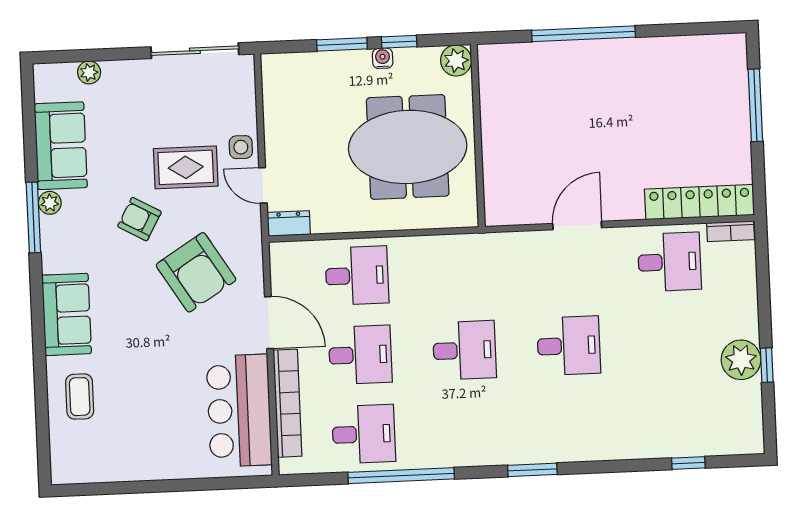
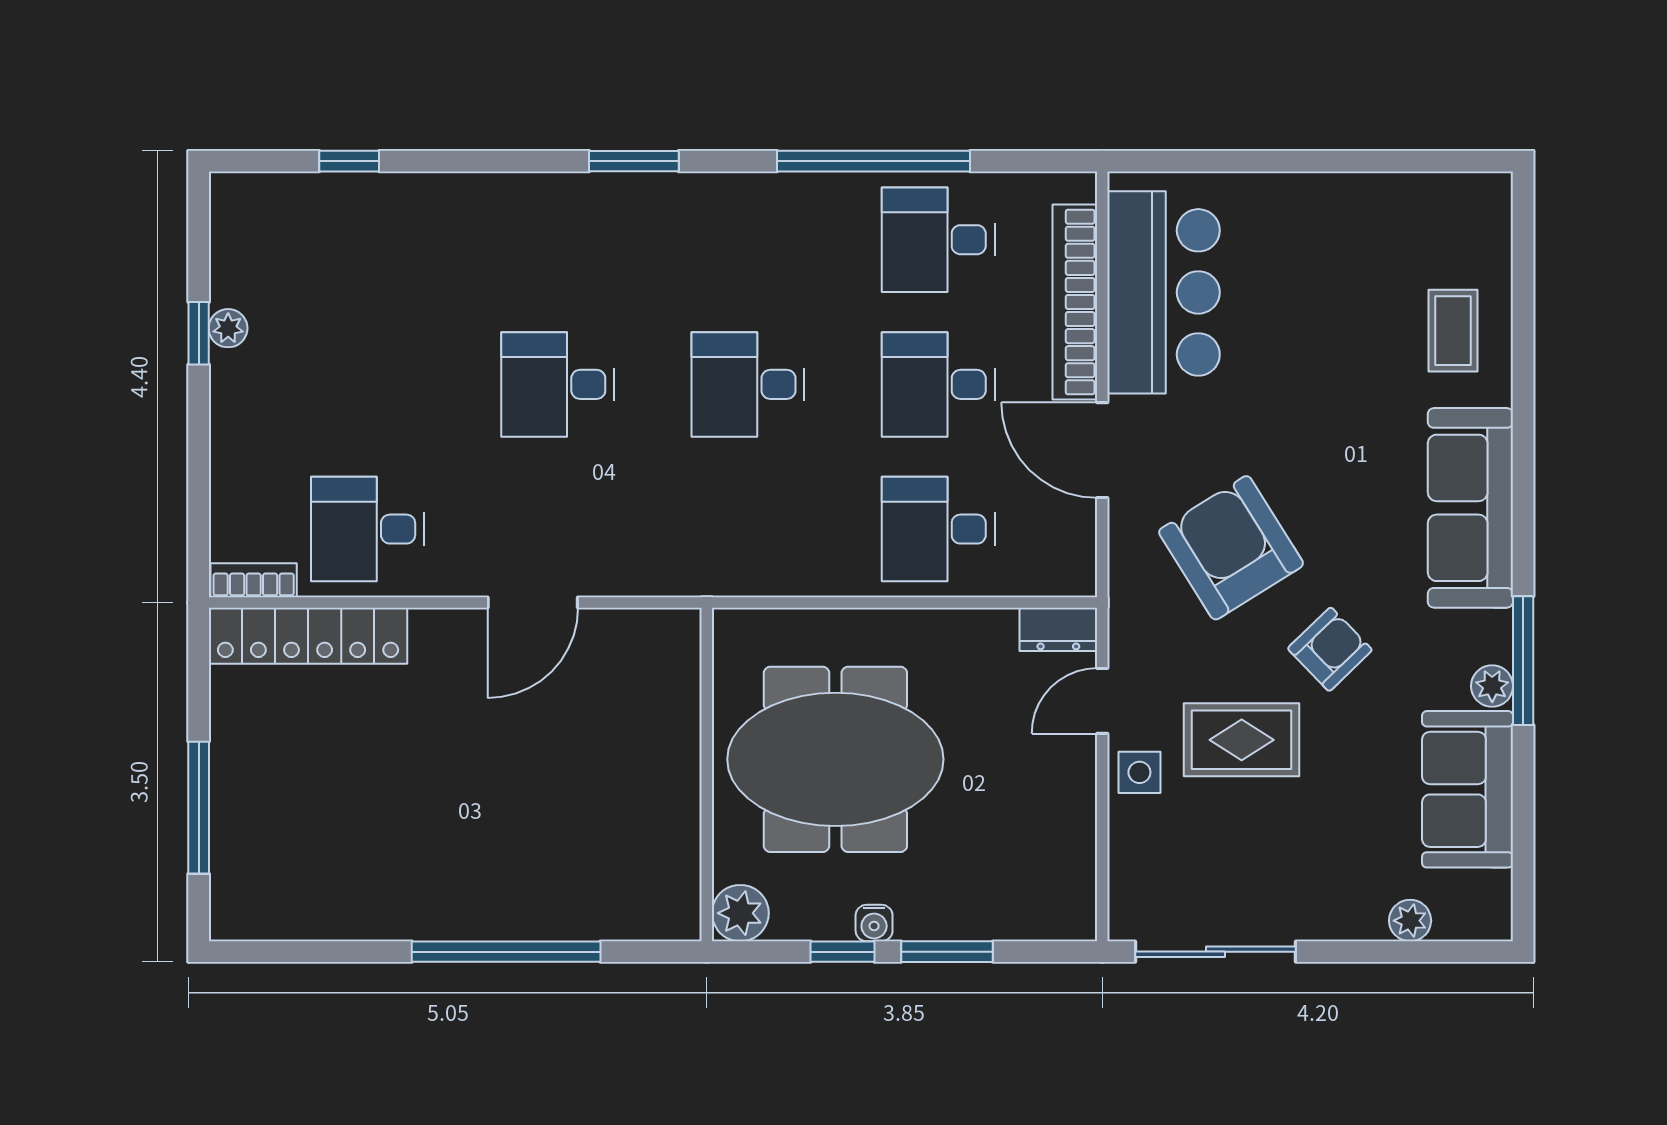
door: (263, 185) -> (1102, 701), swing flipped
armchair: (139, 219) -> (1330, 649), turned -73
sofa: (67, 314) -> (1470, 508), width x1.36
plant: (741, 360) -> (228, 328), width x0.53, depth x0.53

